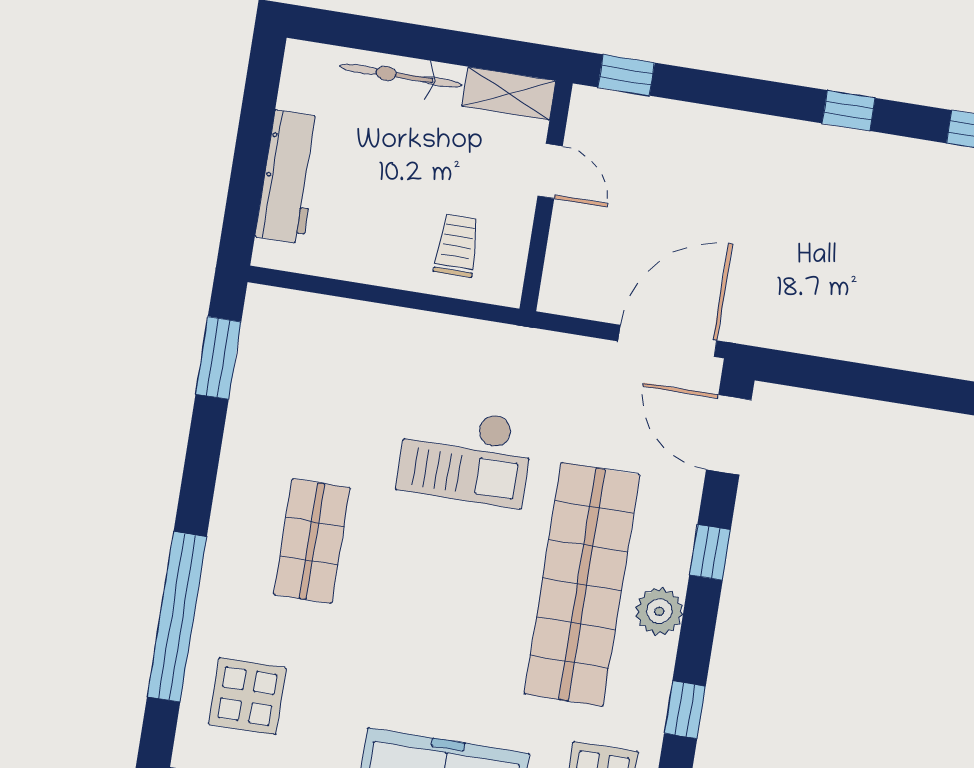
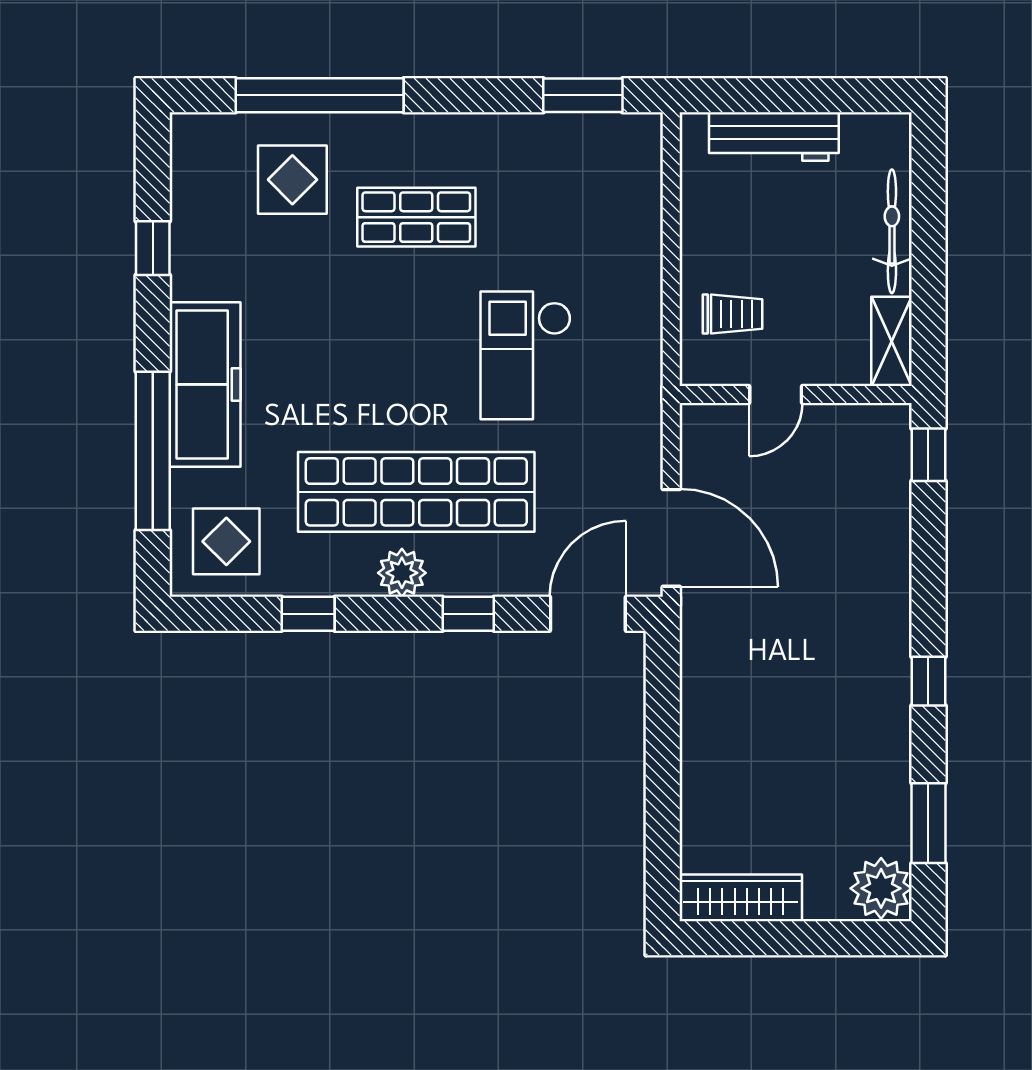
door: (550, 171) -> (776, 395), moved
display table: (247, 696) -> (292, 180), moved

